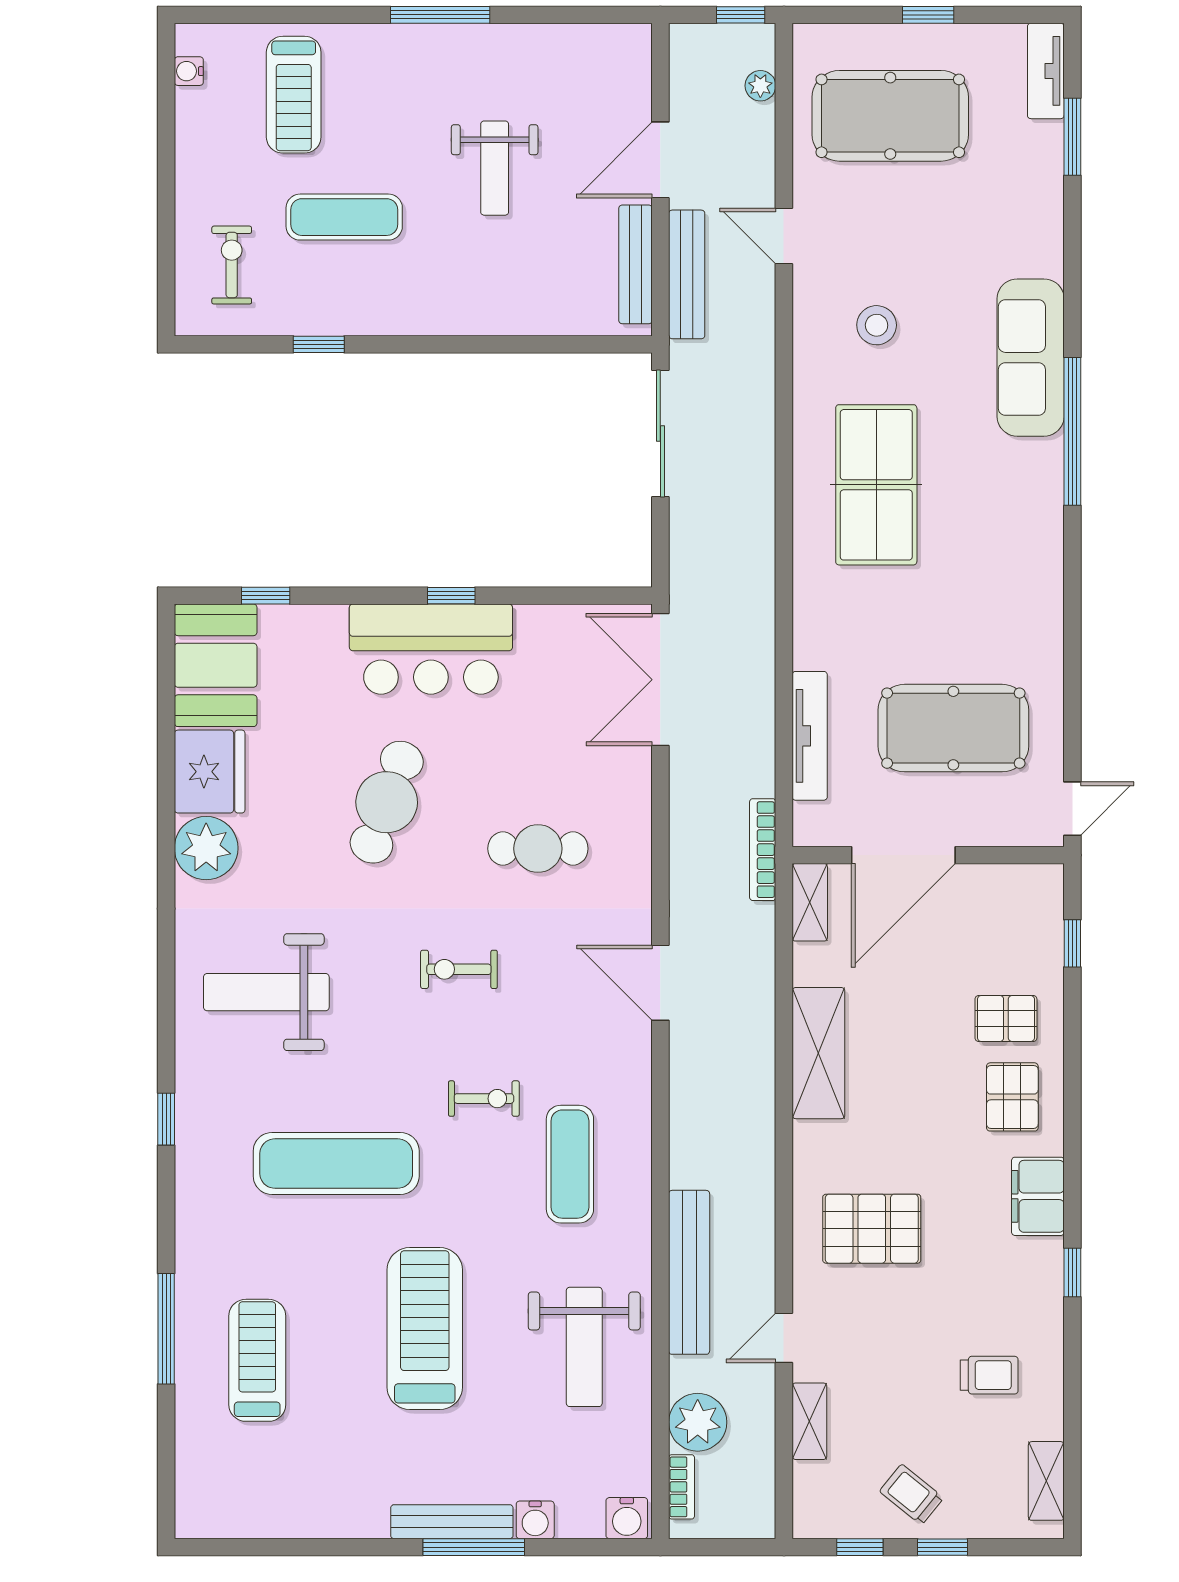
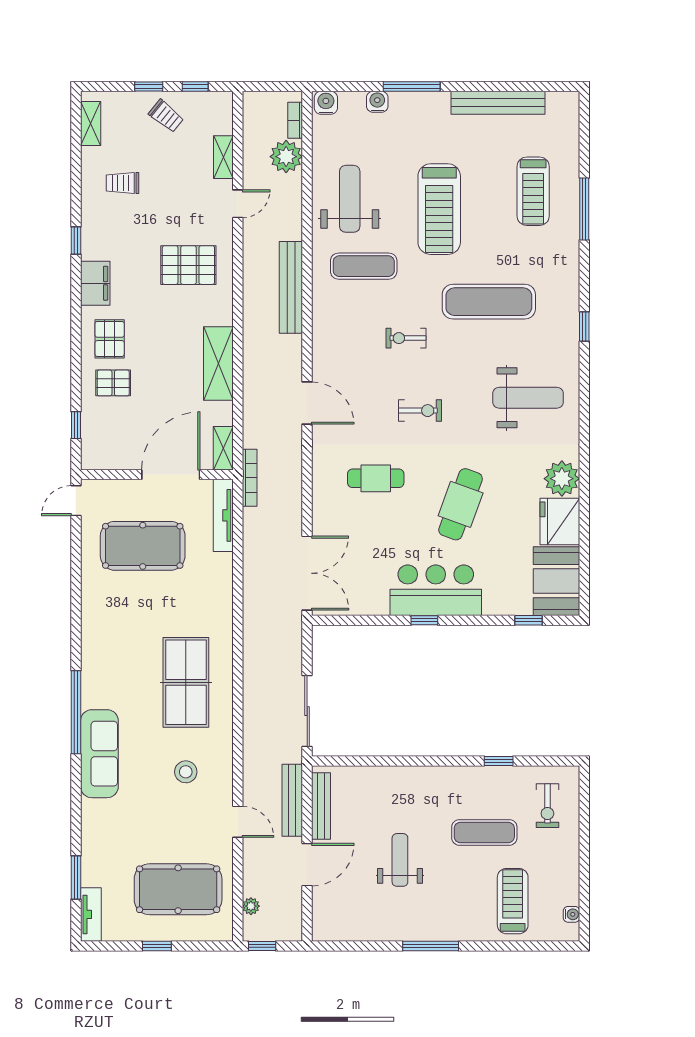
tv unit: (810, 736) -> (223, 515), moved
exercise mat: (570, 1164) -> (364, 266), moved, turned 90
bench: (689, 1272) -> (291, 287), moved
bench: (452, 1522) -> (498, 103), moved, width x1.37, depth x1.21

